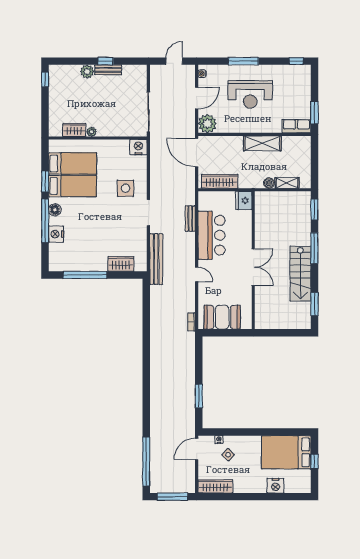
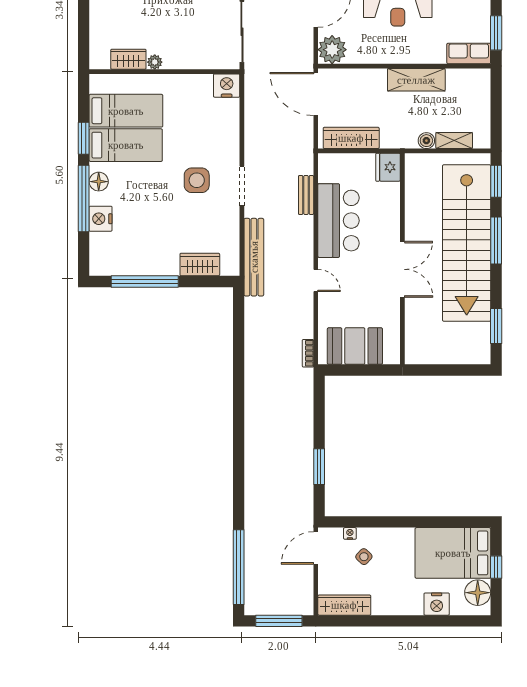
side table: (126, 188) -> (197, 180), moved
stairs: (300, 274) -> (467, 243), width x1.86, depth x1.51
floor lamp: (302, 478) -> (478, 593), added

